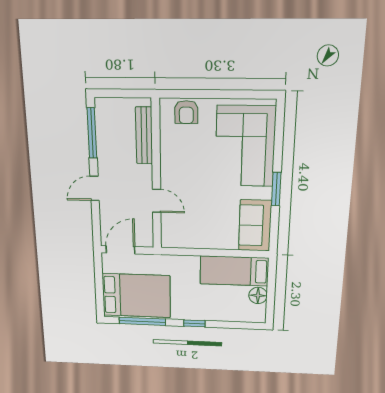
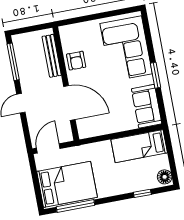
armchair: (186, 112) -> (76, 61), moved
door: (157, 201) -> (69, 103), width x1.88
floor lamp: (258, 295) -> (165, 177), moved
window: (194, 323) -> (142, 193), moved

